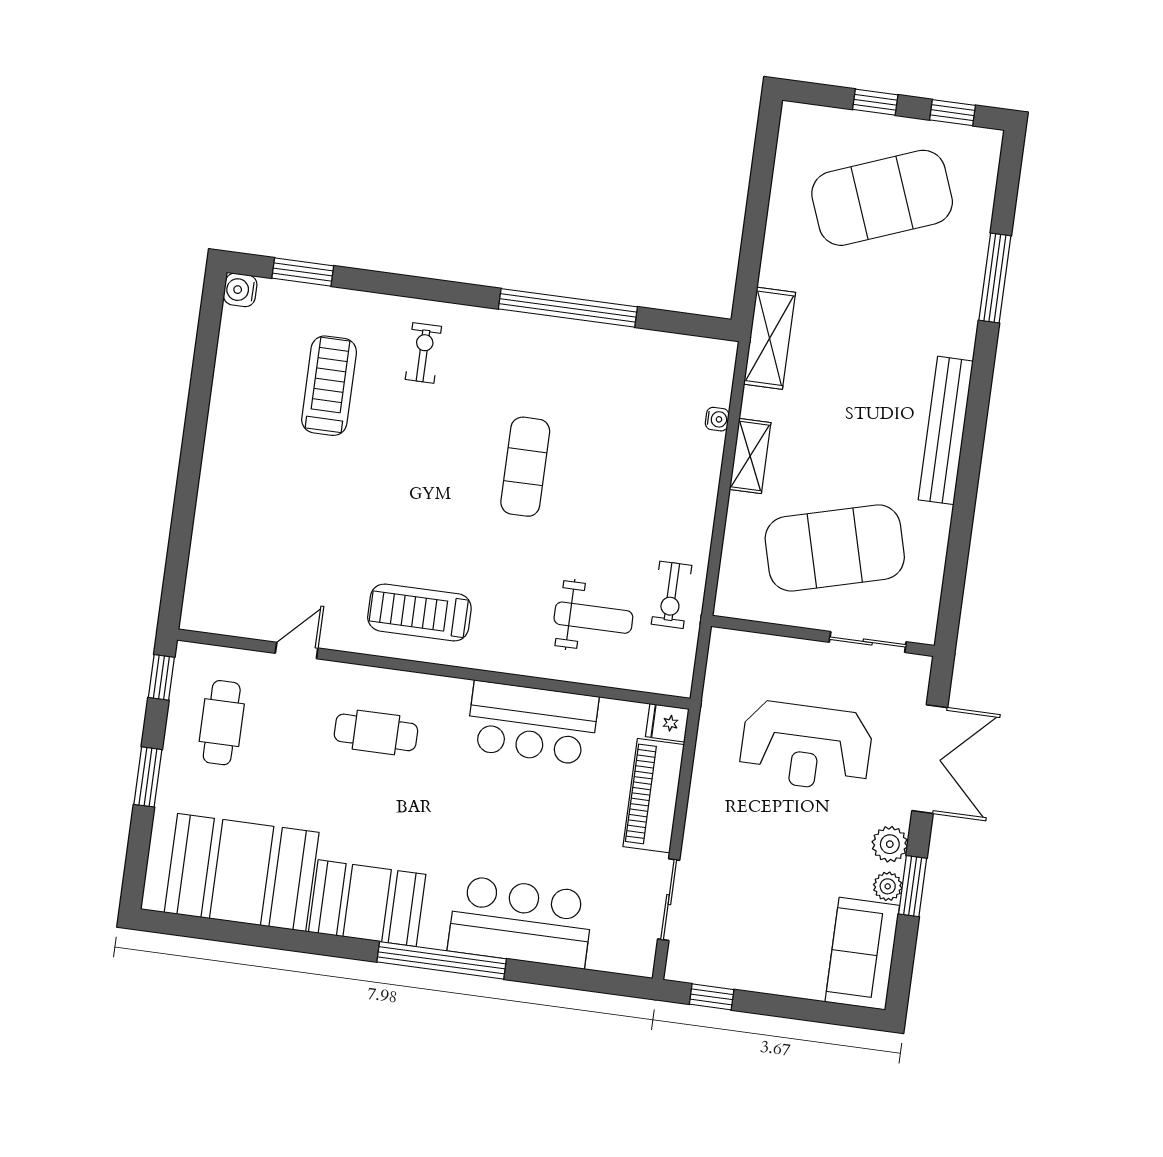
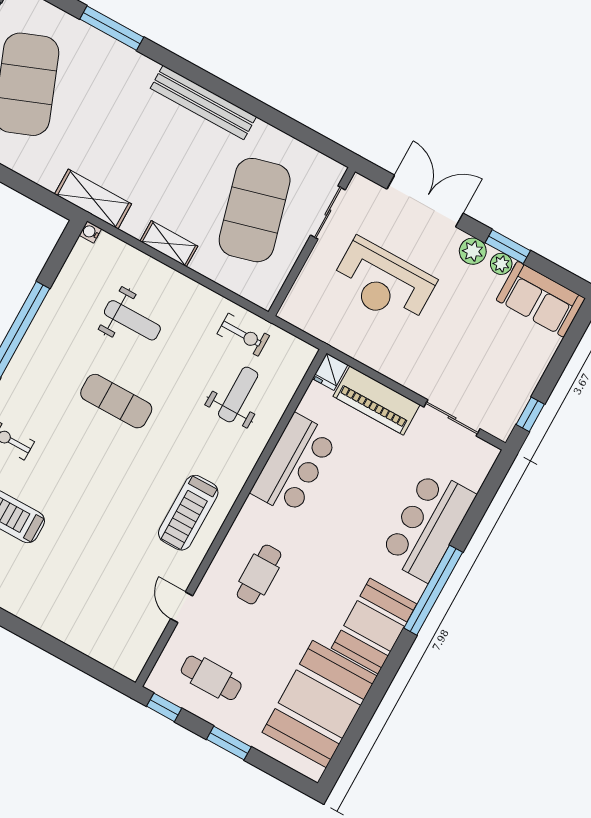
water cooler: (717, 419) -> (90, 232), moved, turned -90
weight bench: (635, 447) -> (132, 320), added
reception desk: (806, 746) -> (383, 283), turned 90

